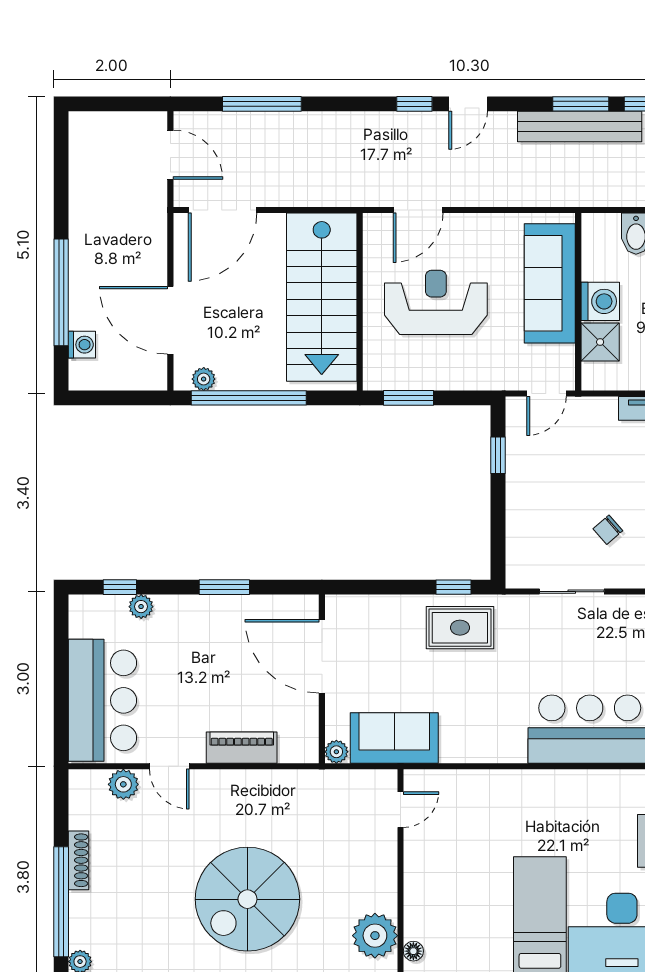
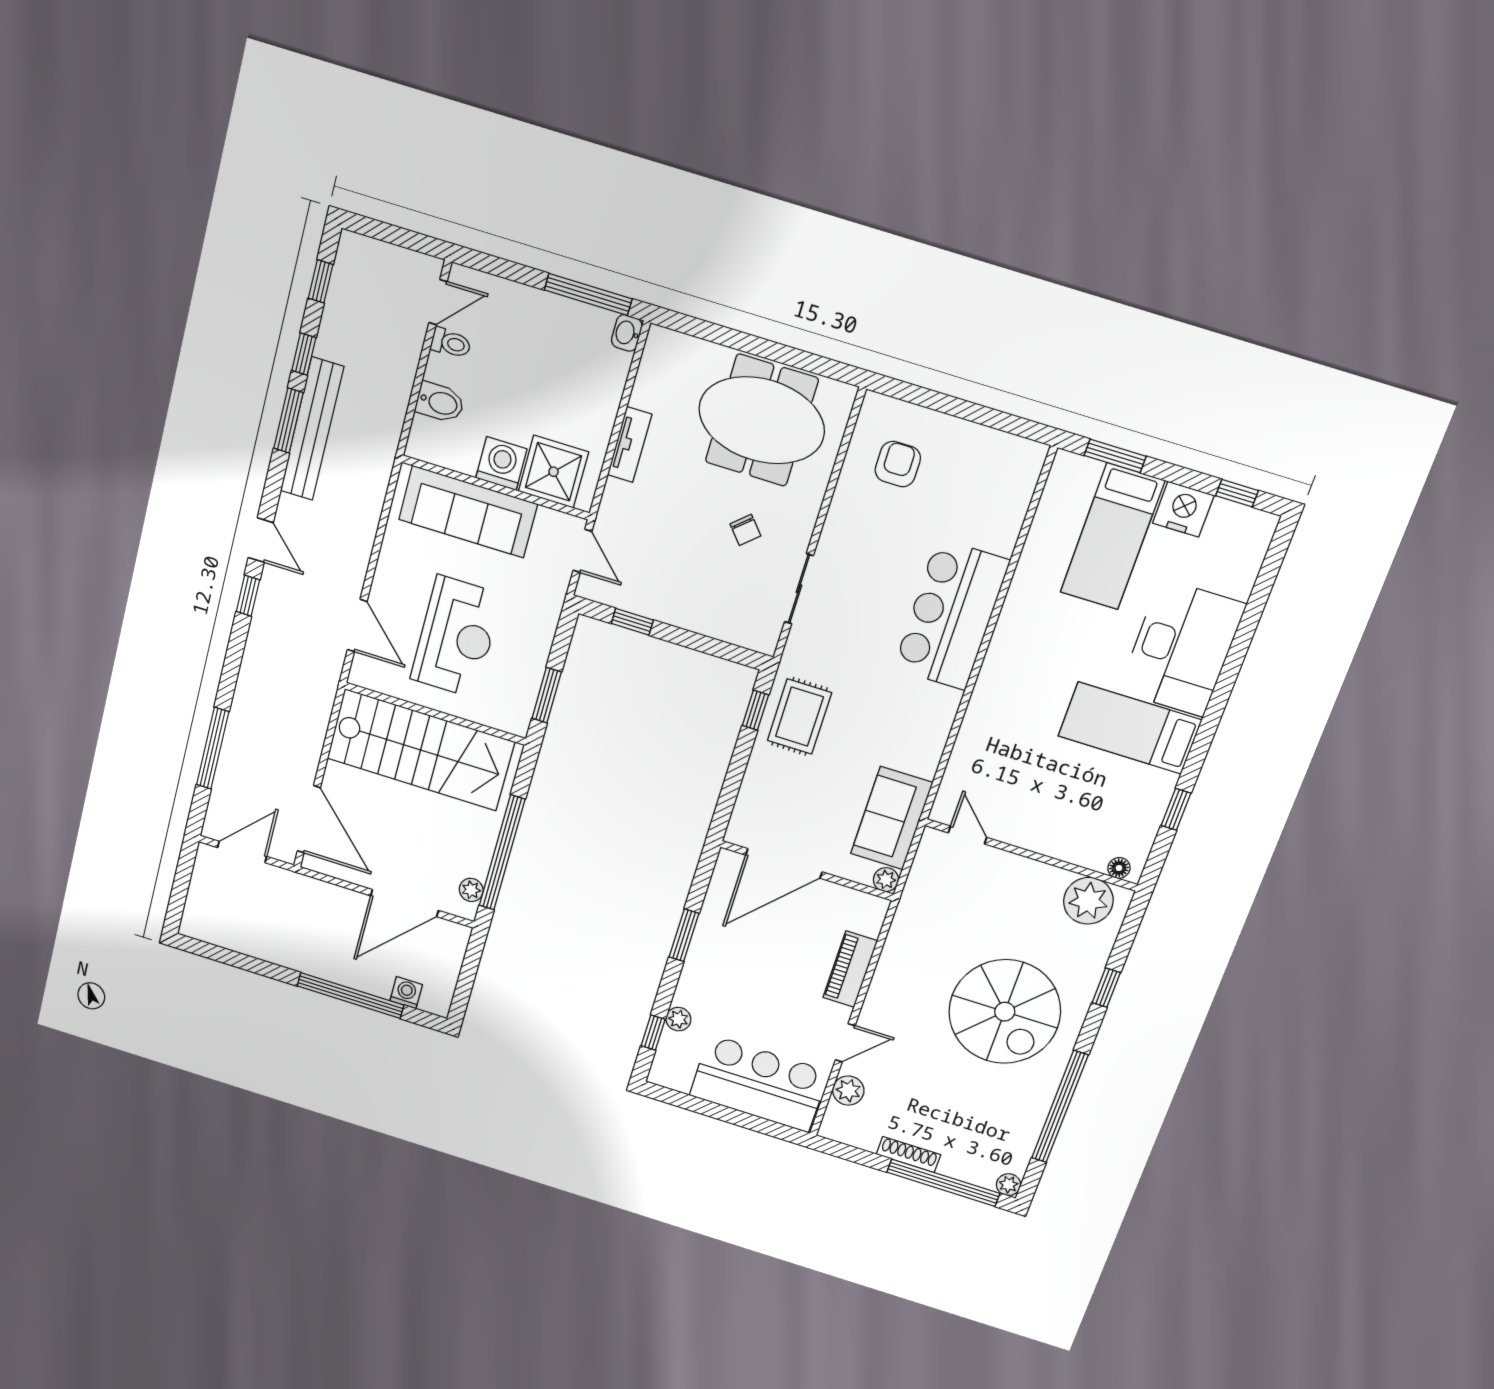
reception desk: (436, 302) -> (456, 637), turned 180
shower: (600, 342) -> (553, 472), width x1.36, depth x1.36

